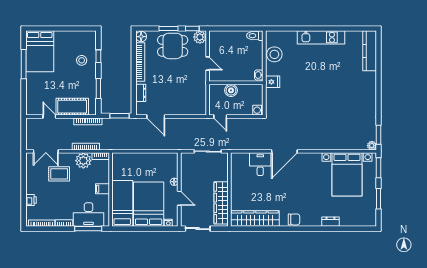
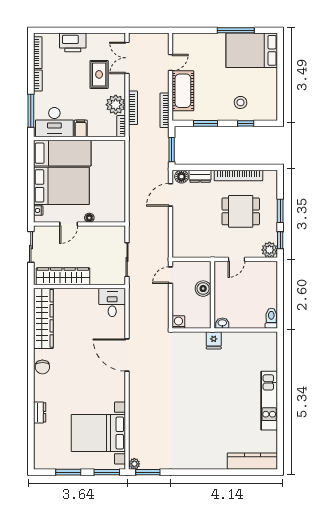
floor lamp: (141, 37) -> (181, 177), moved
dining table: (173, 46) -> (241, 211), moved, turned 90
stool: (274, 54) -> (248, 343), removed
desk: (260, 164) -> (112, 302), moved, turned -90
printer: (31, 200) -> (73, 42), width x1.87, depth x1.48
desk: (89, 215) -> (54, 122), moved, turned -90

